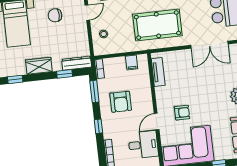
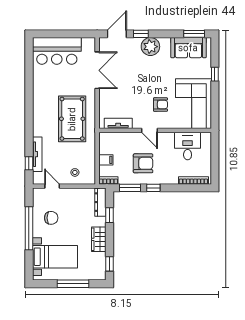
chair: (55, 15) -> (51, 218), turned -90
filing cabinet: (132, 63) -> (106, 160), moved
armchair: (182, 113) -> (160, 105), turned 90
door: (157, 122) -> (149, 130), moved
window: (98, 126) -> (153, 188), moved

